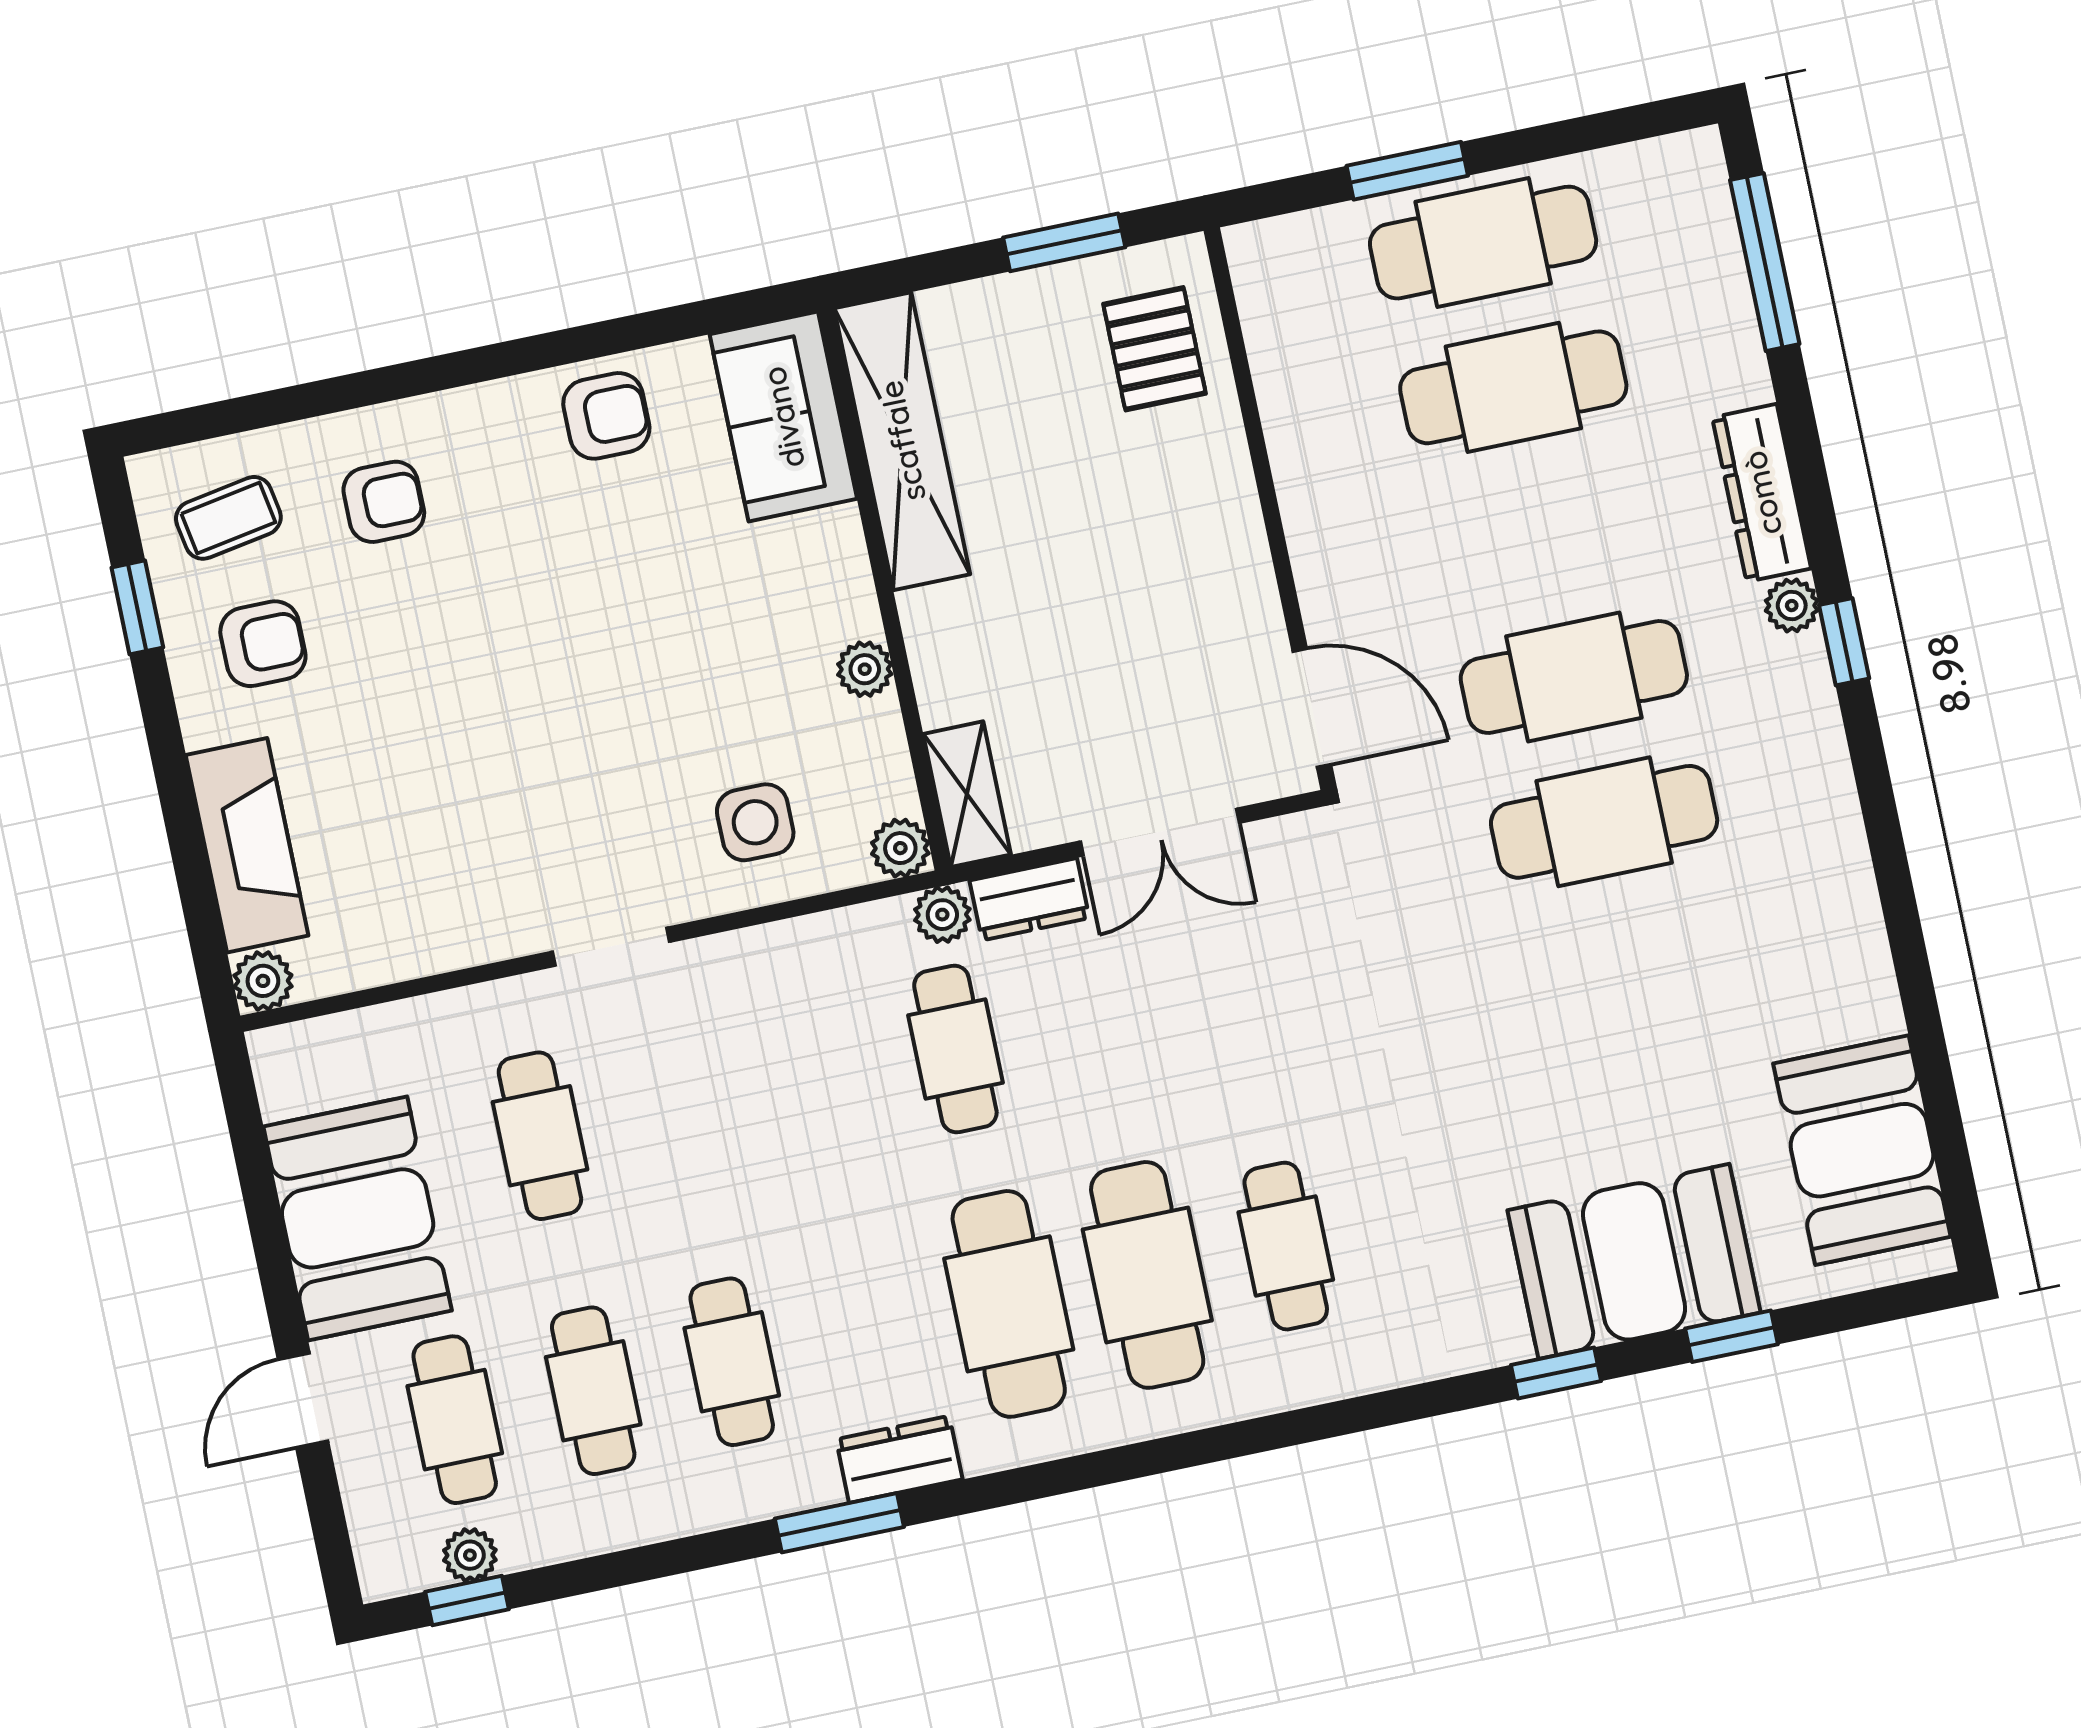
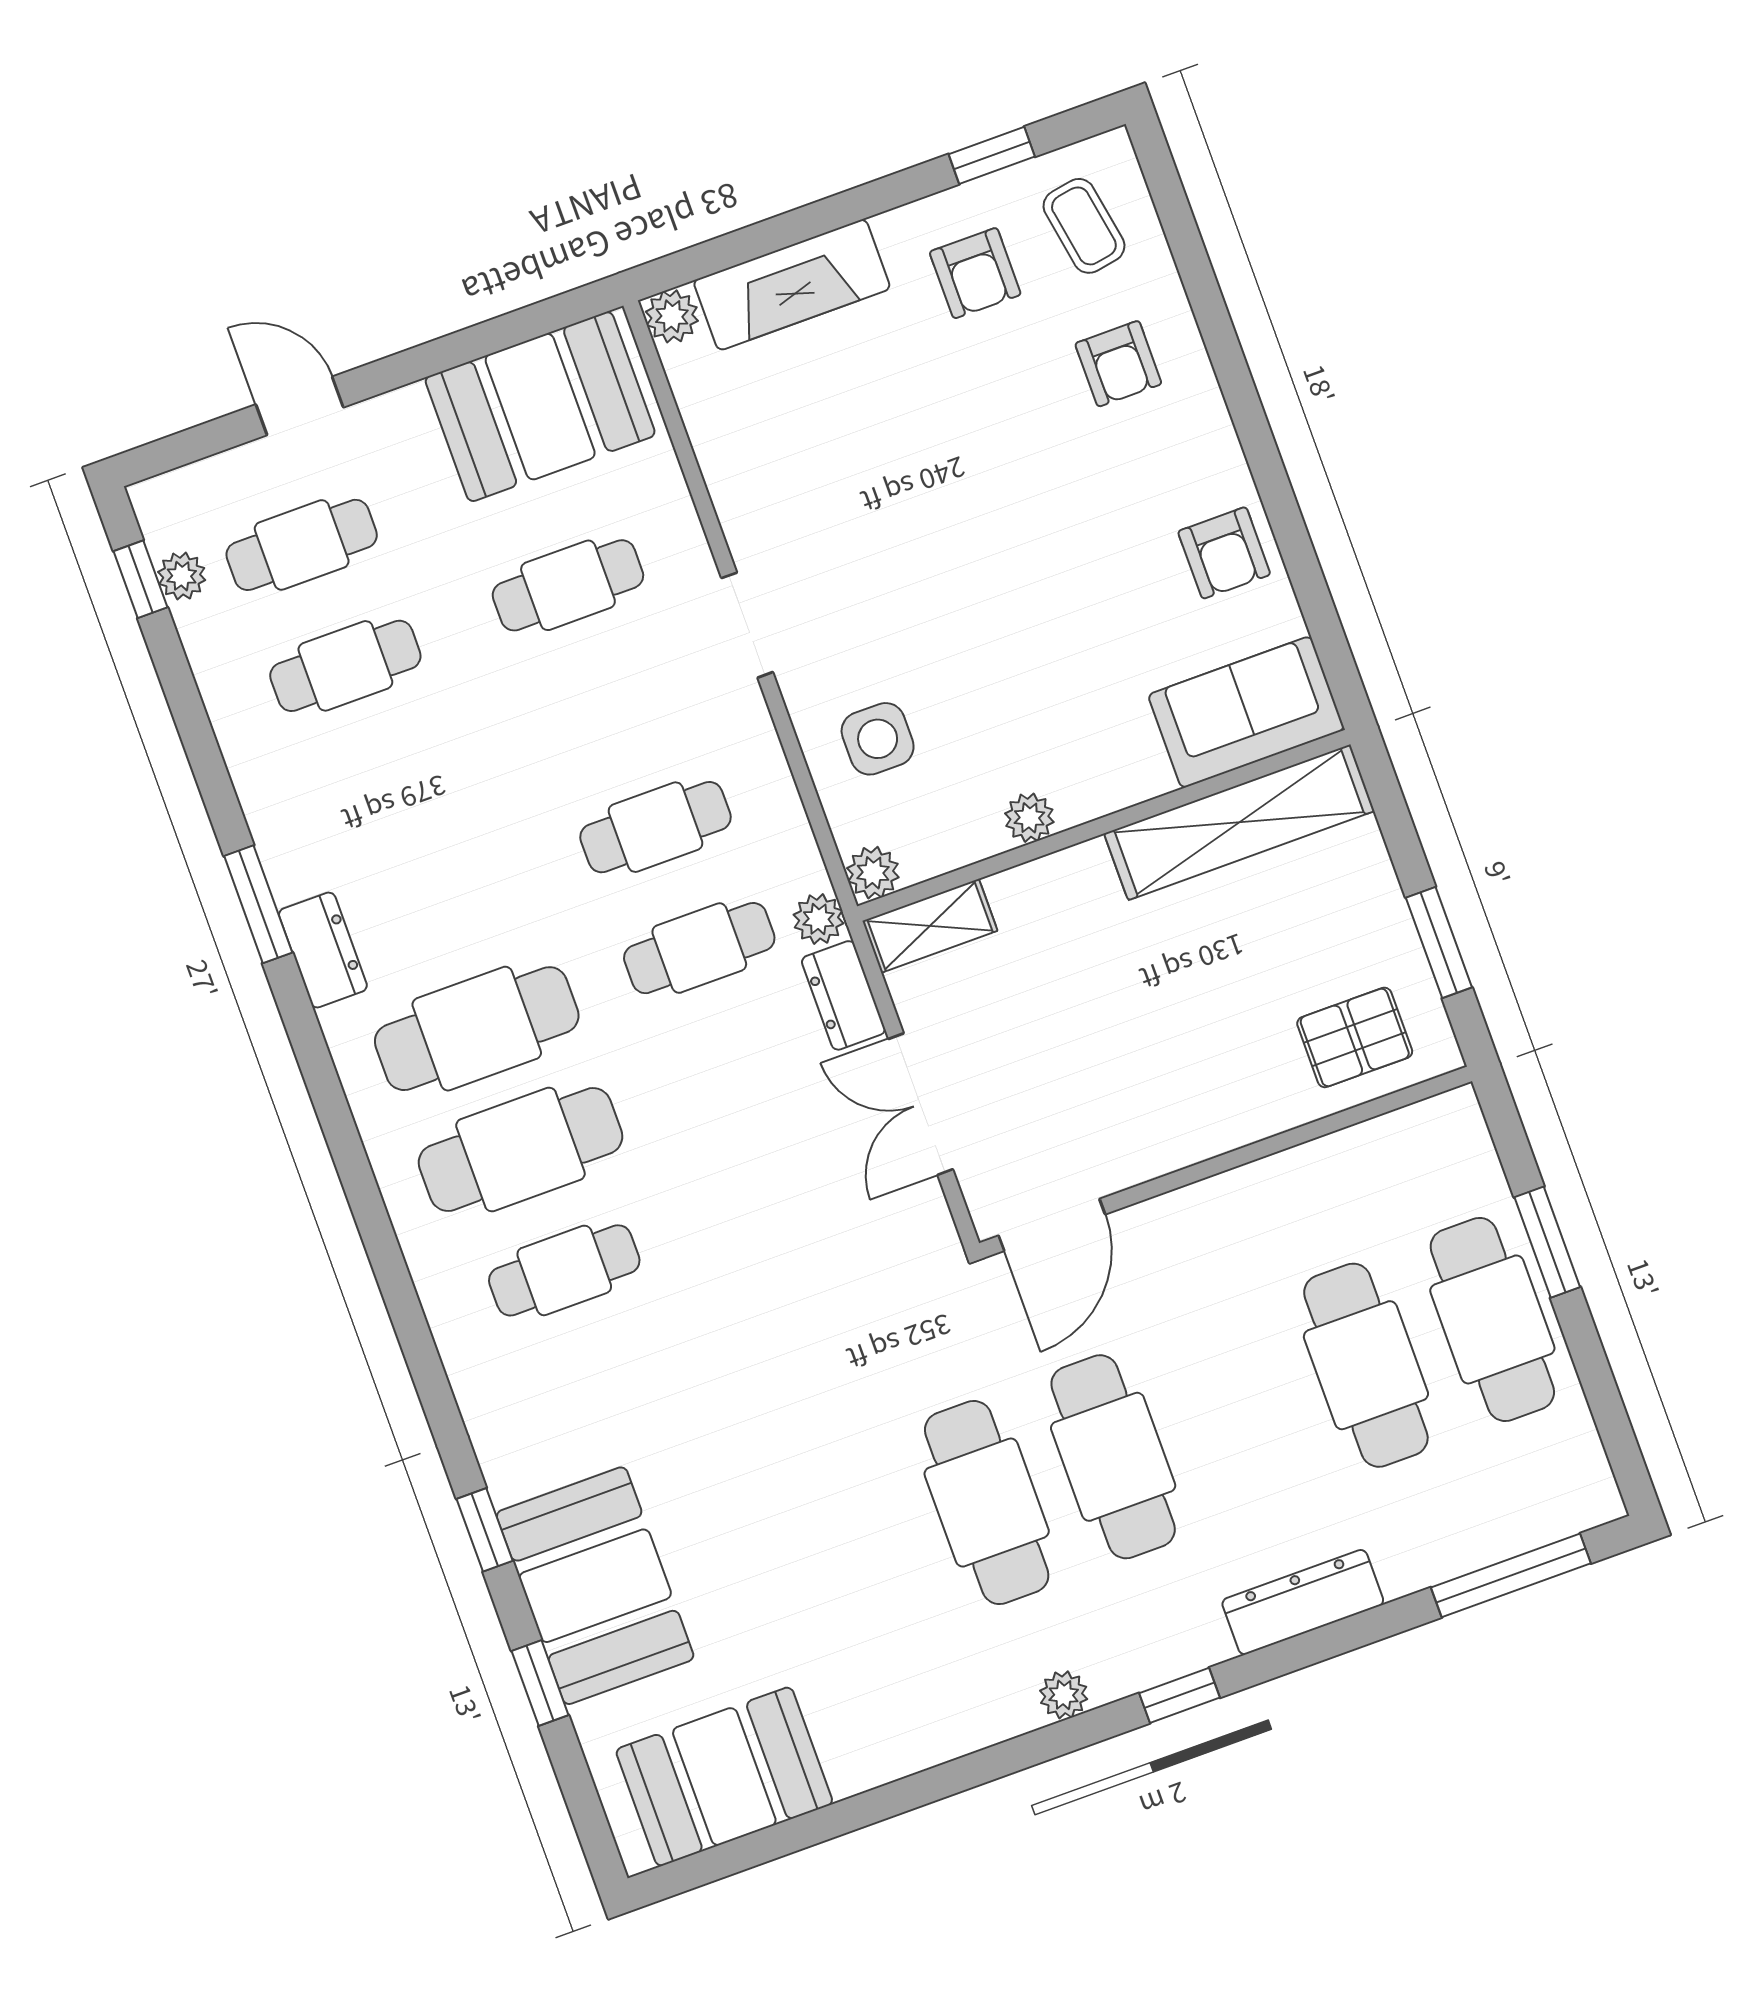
plant: (1792, 606) -> (1064, 1695), moved
booth: (358, 1218) -> (540, 407), moved
cafe table: (732, 1362) -> (656, 827), moved

